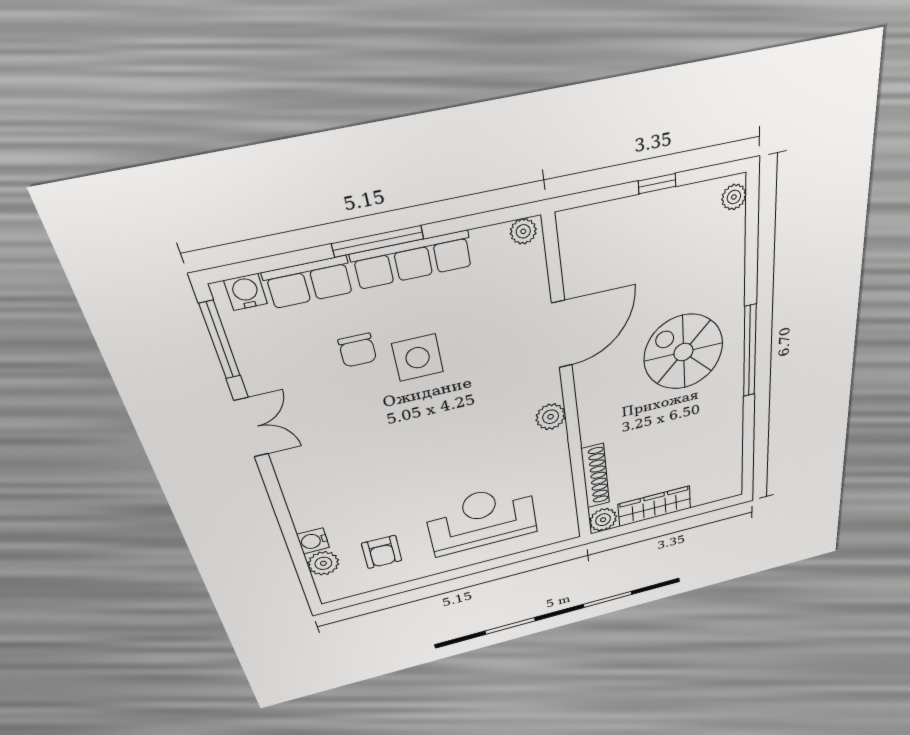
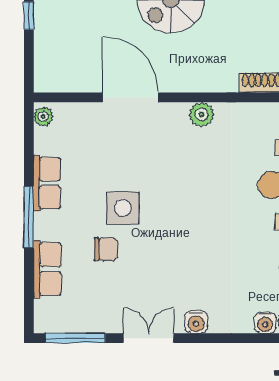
row of seats: (413, 260) -> (47, 183), width x0.68
water cooler: (246, 292) -> (196, 322), moved, turned -90

